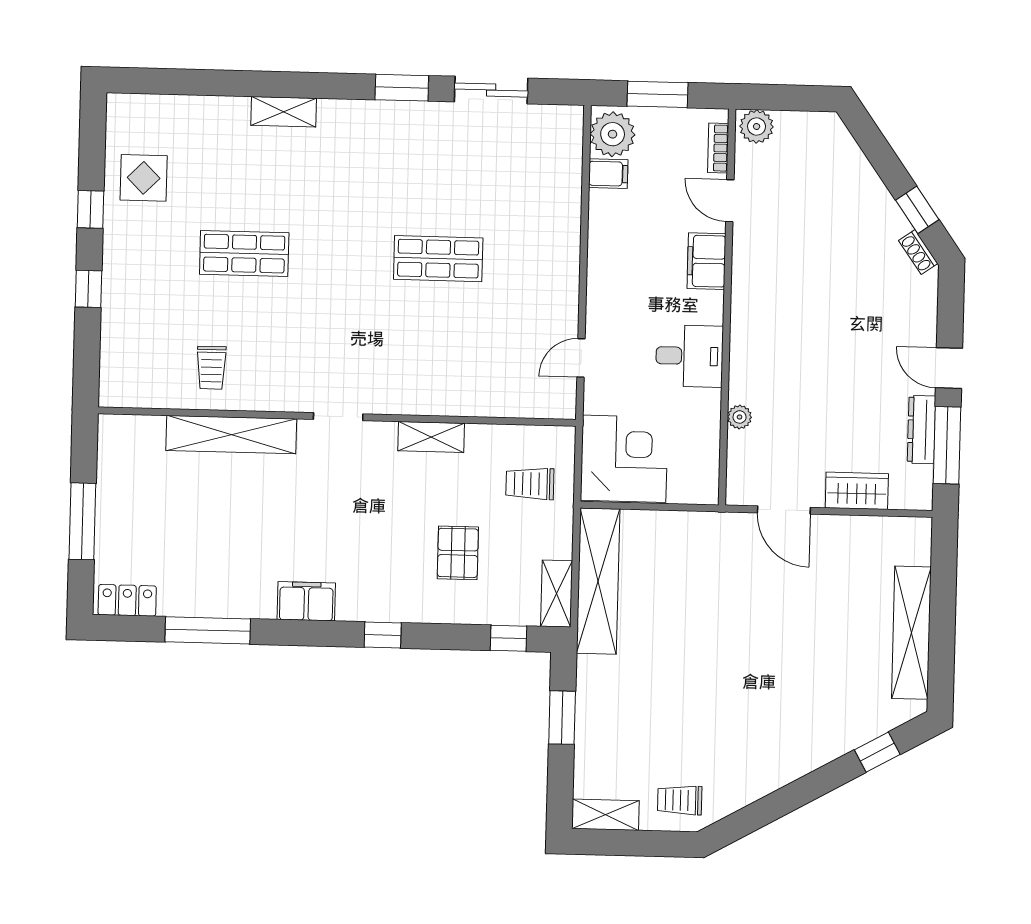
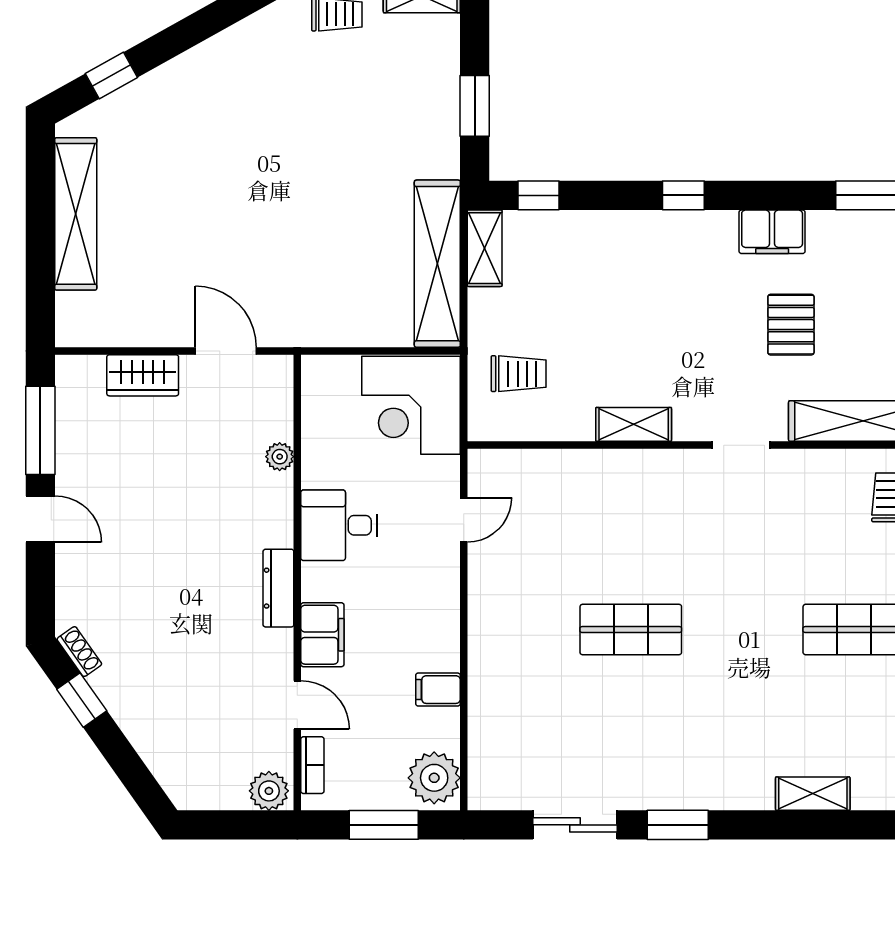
filing cabinet: (608, 174) -> (438, 690), moved
dresser: (921, 430) -> (278, 588), moved, turned 180
pallet: (458, 553) -> (791, 325), moved

